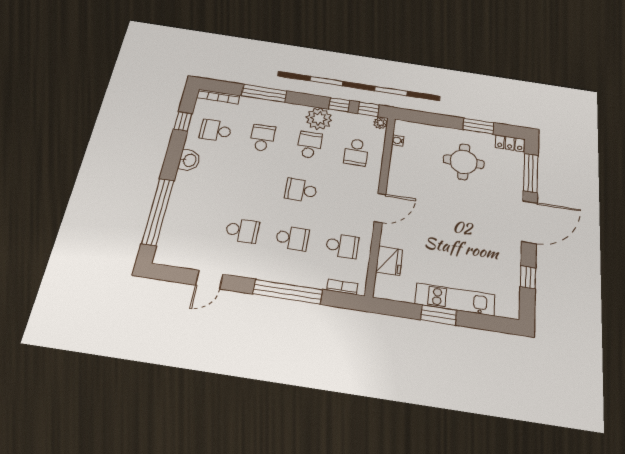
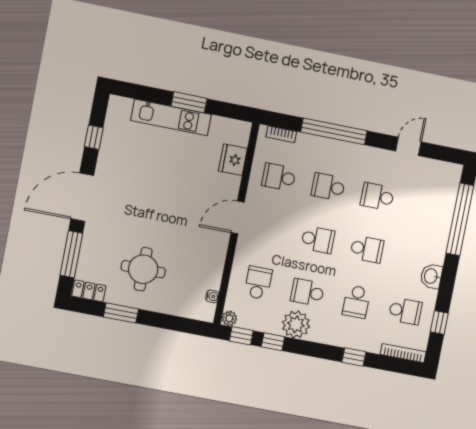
window: (264, 93) -> (354, 357), width x0.46
school desk: (309, 145) -> (307, 292), turned 90
school desk: (253, 183) -> (367, 249), added

